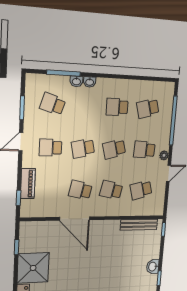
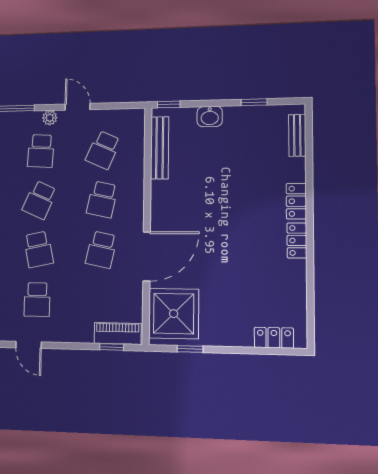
school desk: (114, 149) -> (40, 200), turned 39
piano: (28, 184) -> (118, 333), moved
school desk: (141, 190) -> (103, 150), turned 39
washbasin: (153, 267) -> (210, 117), moved
shower: (33, 268) -> (174, 314), moved

